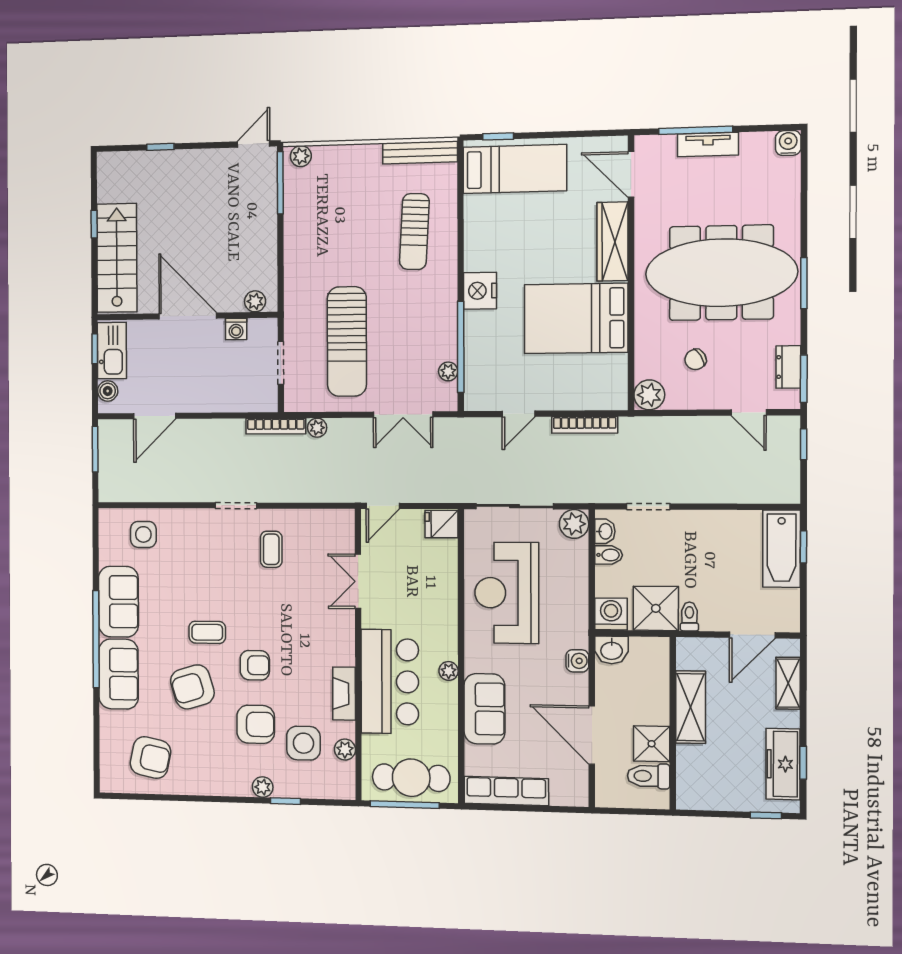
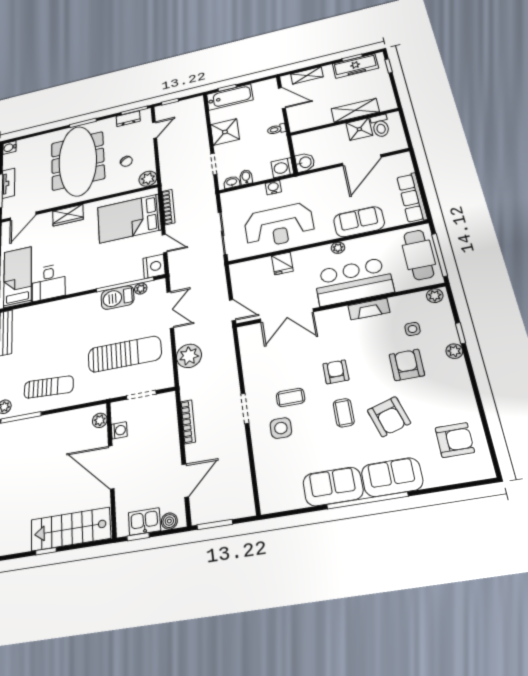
desk: (493, 222) -> (49, 282), added
sun lounger: (414, 232) -> (49, 387), moved
wardrobe: (612, 242) -> (68, 215), width x0.67
nightstand: (480, 291) -> (154, 266), moved, turned -90
door: (188, 316) -> (111, 467), hinge flipped
bed: (576, 318) -> (129, 219), moved, turned 90
barbecue: (441, 334) -> (118, 298), added
kitchen sink: (112, 350) -> (144, 521), width x0.73
door: (155, 416) -> (185, 481), hinge flipped
bookcase: (276, 426) -> (188, 422), moved
plant: (317, 428) -> (189, 356), width x1.88, depth x1.88
fridge: (441, 524) -> (282, 263), moved
plant: (574, 524) -> (229, 199), removed
side table: (143, 534) -> (281, 428), moved
coffee table: (271, 549) -> (290, 397), moved
double door: (358, 581) -> (287, 315), width x1.37
shower: (656, 608) -> (225, 132), moved
water cooler: (577, 661) -> (273, 188), moved
armchair: (255, 665) -> (336, 372), moved
shelving: (691, 707) -> (355, 110), moved
side table: (303, 743) -> (413, 329), width x0.54, depth x0.54
plant: (345, 750) -> (435, 296), moved
armchair: (150, 758) -> (455, 440), turned 78

